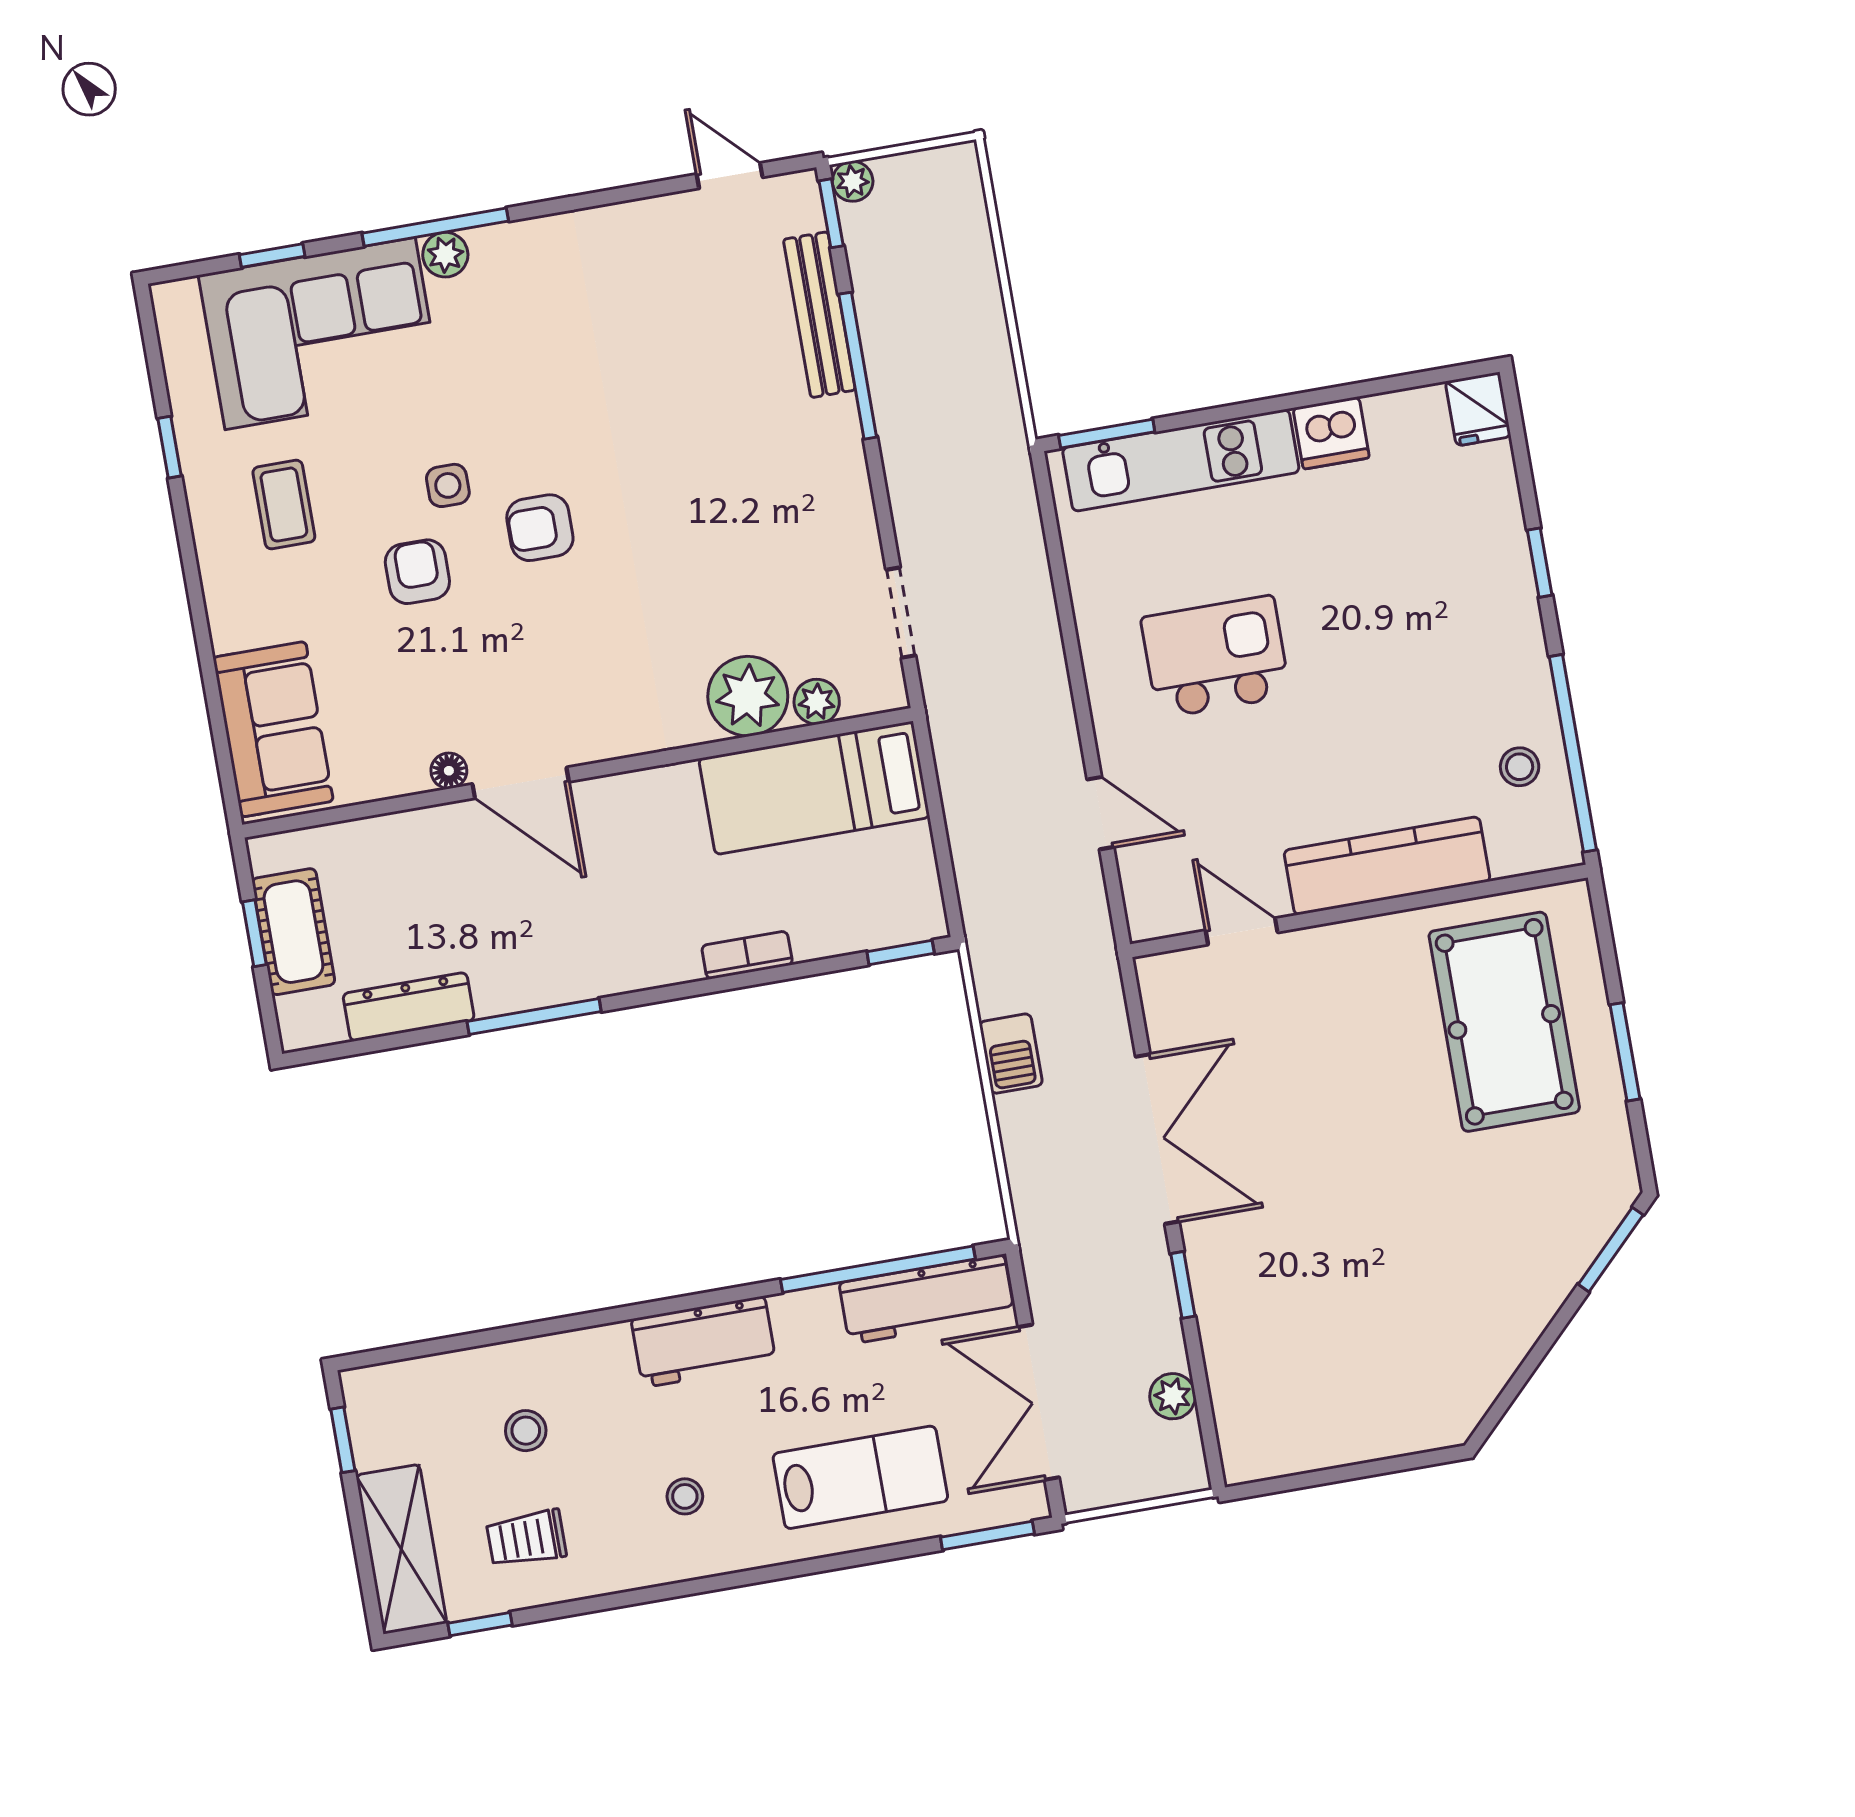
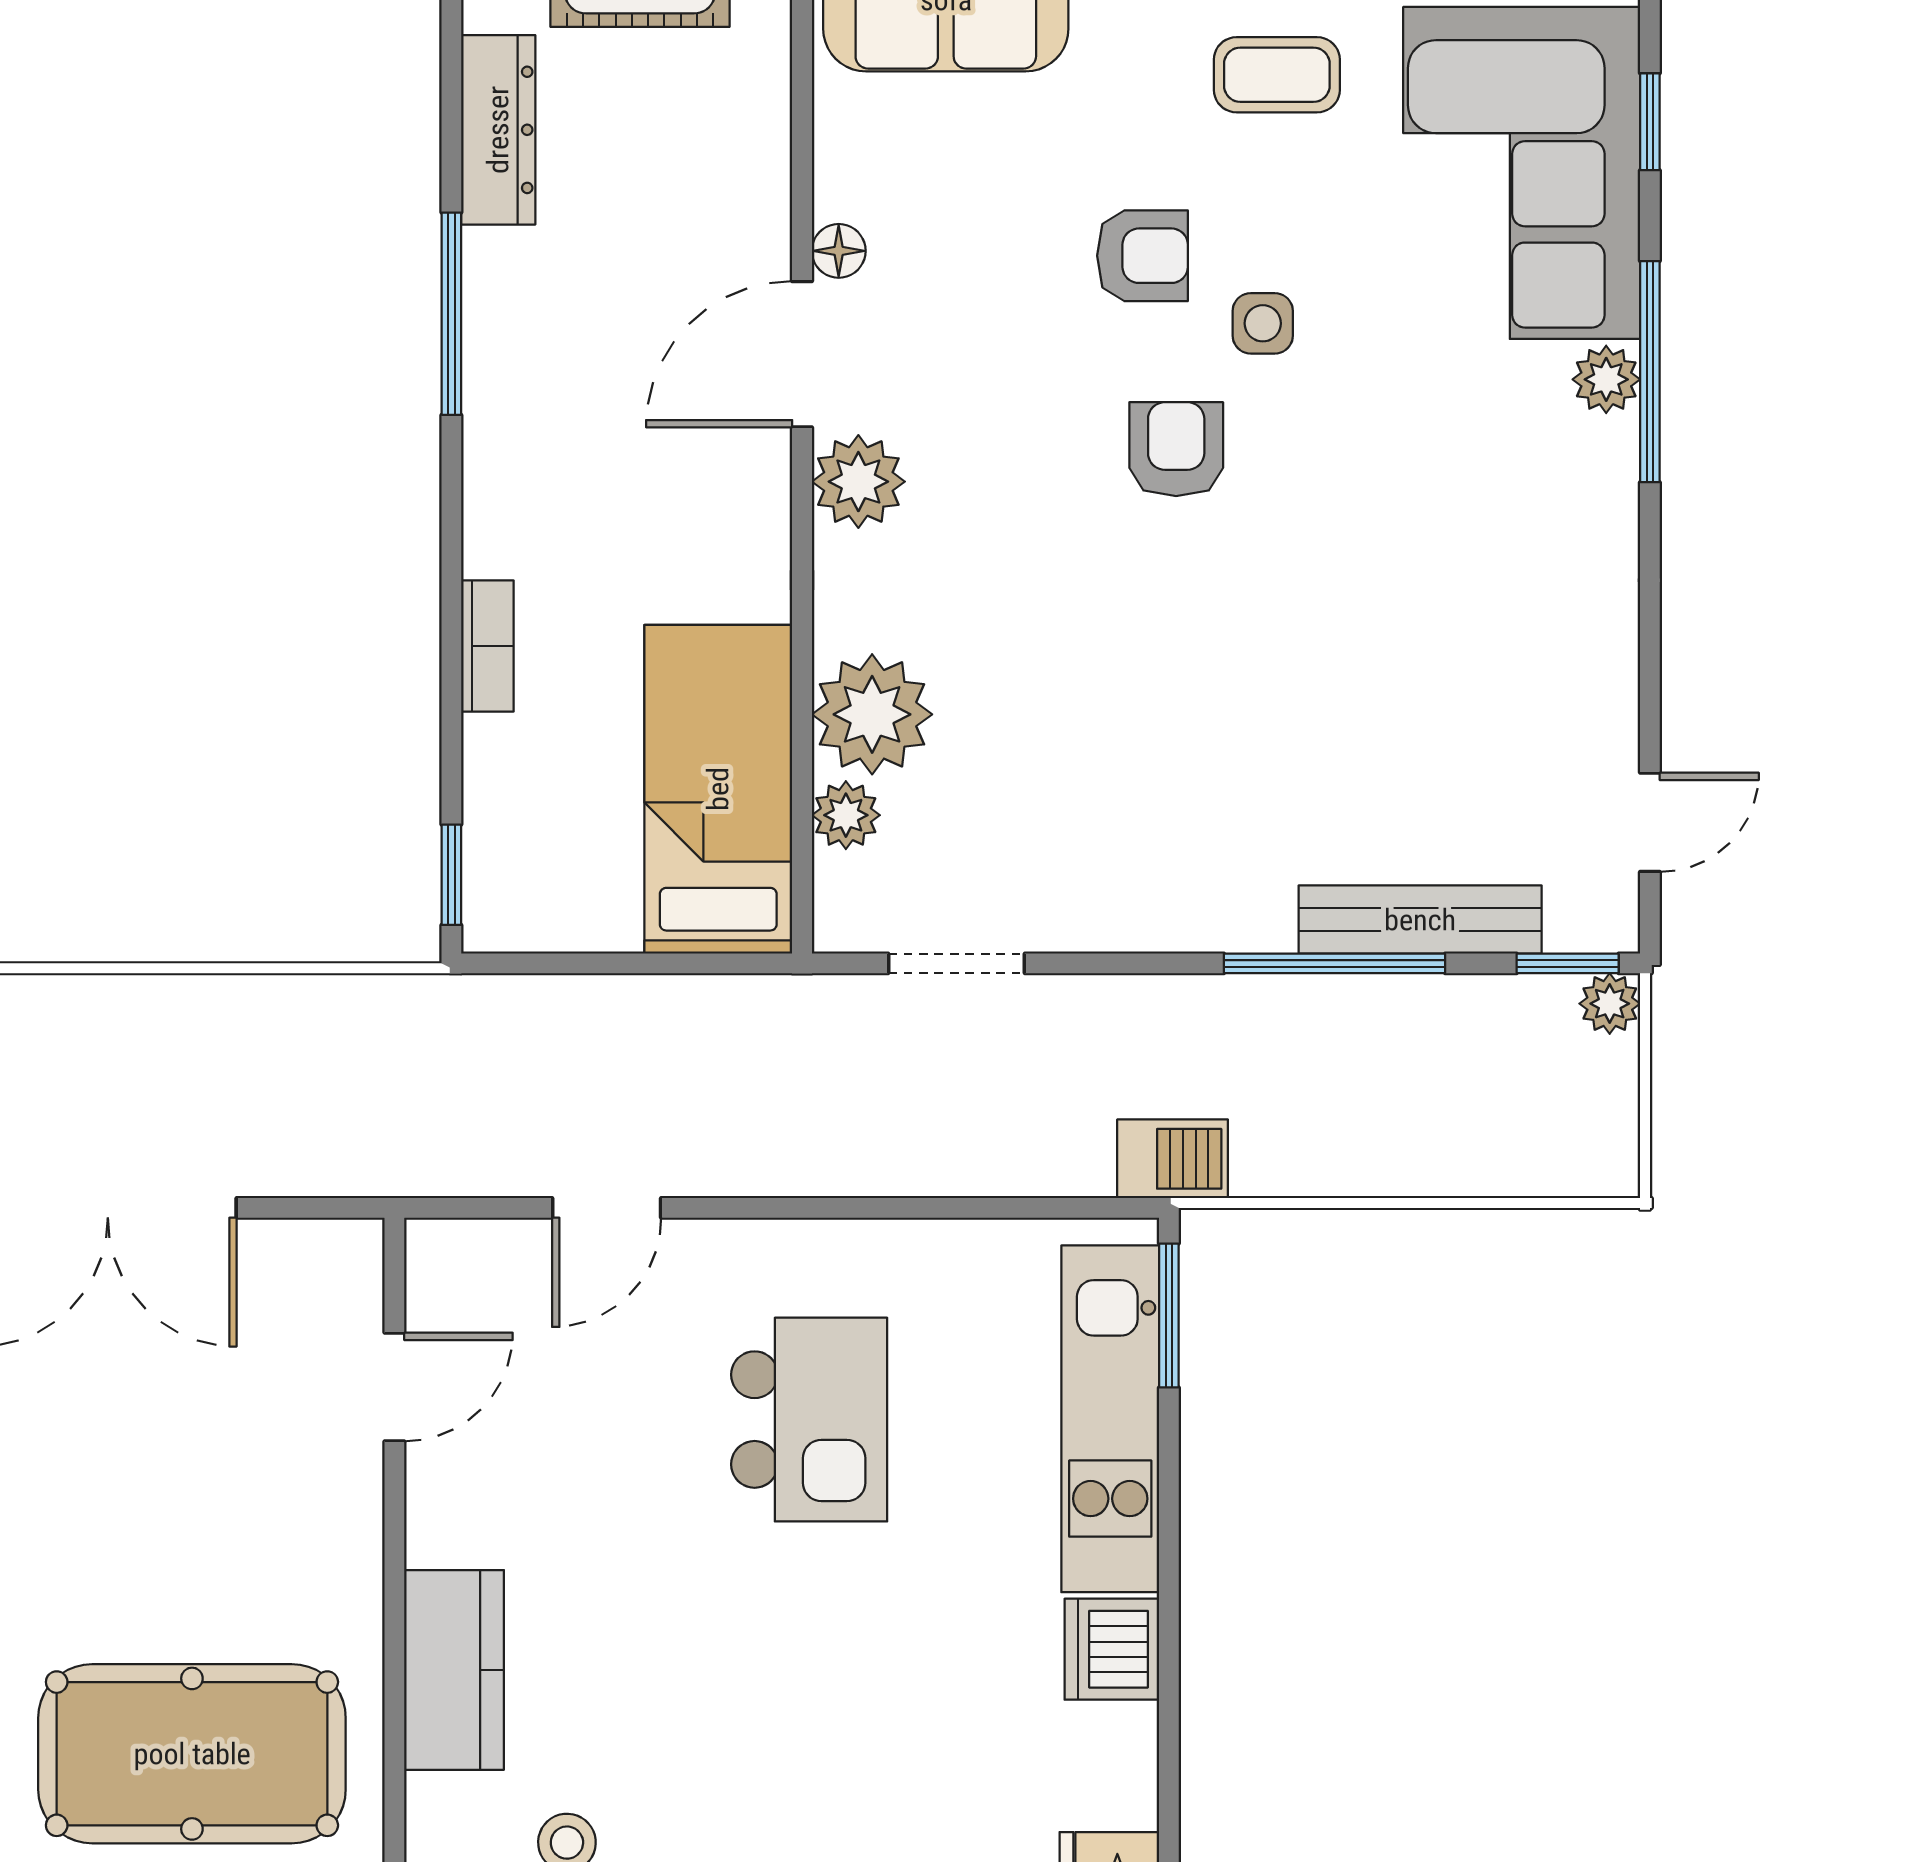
plant: (597, 732) -> (858, 482), added
kitchen counter: (1387, 866) -> (454, 1670), width x0.67
barbecue: (1011, 1054) -> (1173, 1159), moved, turned 180

